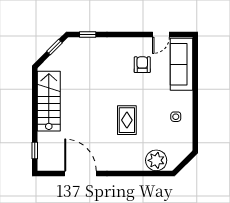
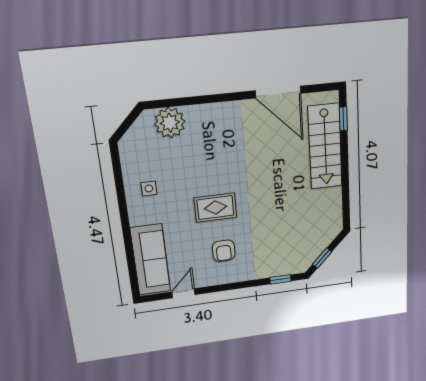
armchair: (142, 65) -> (224, 251), moved
stairs: (49, 101) -> (325, 147), moved
rug: (127, 120) -> (215, 208), moved, turned 90

